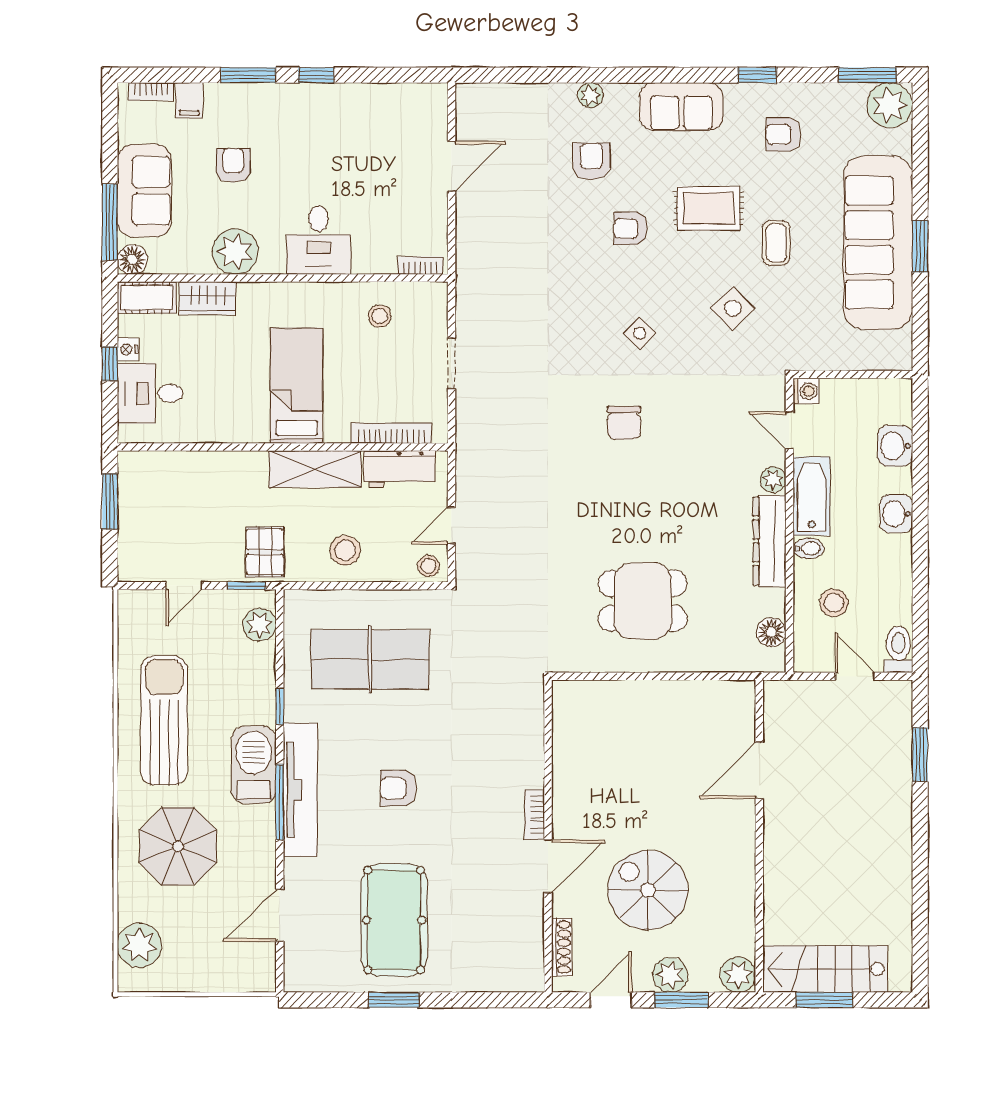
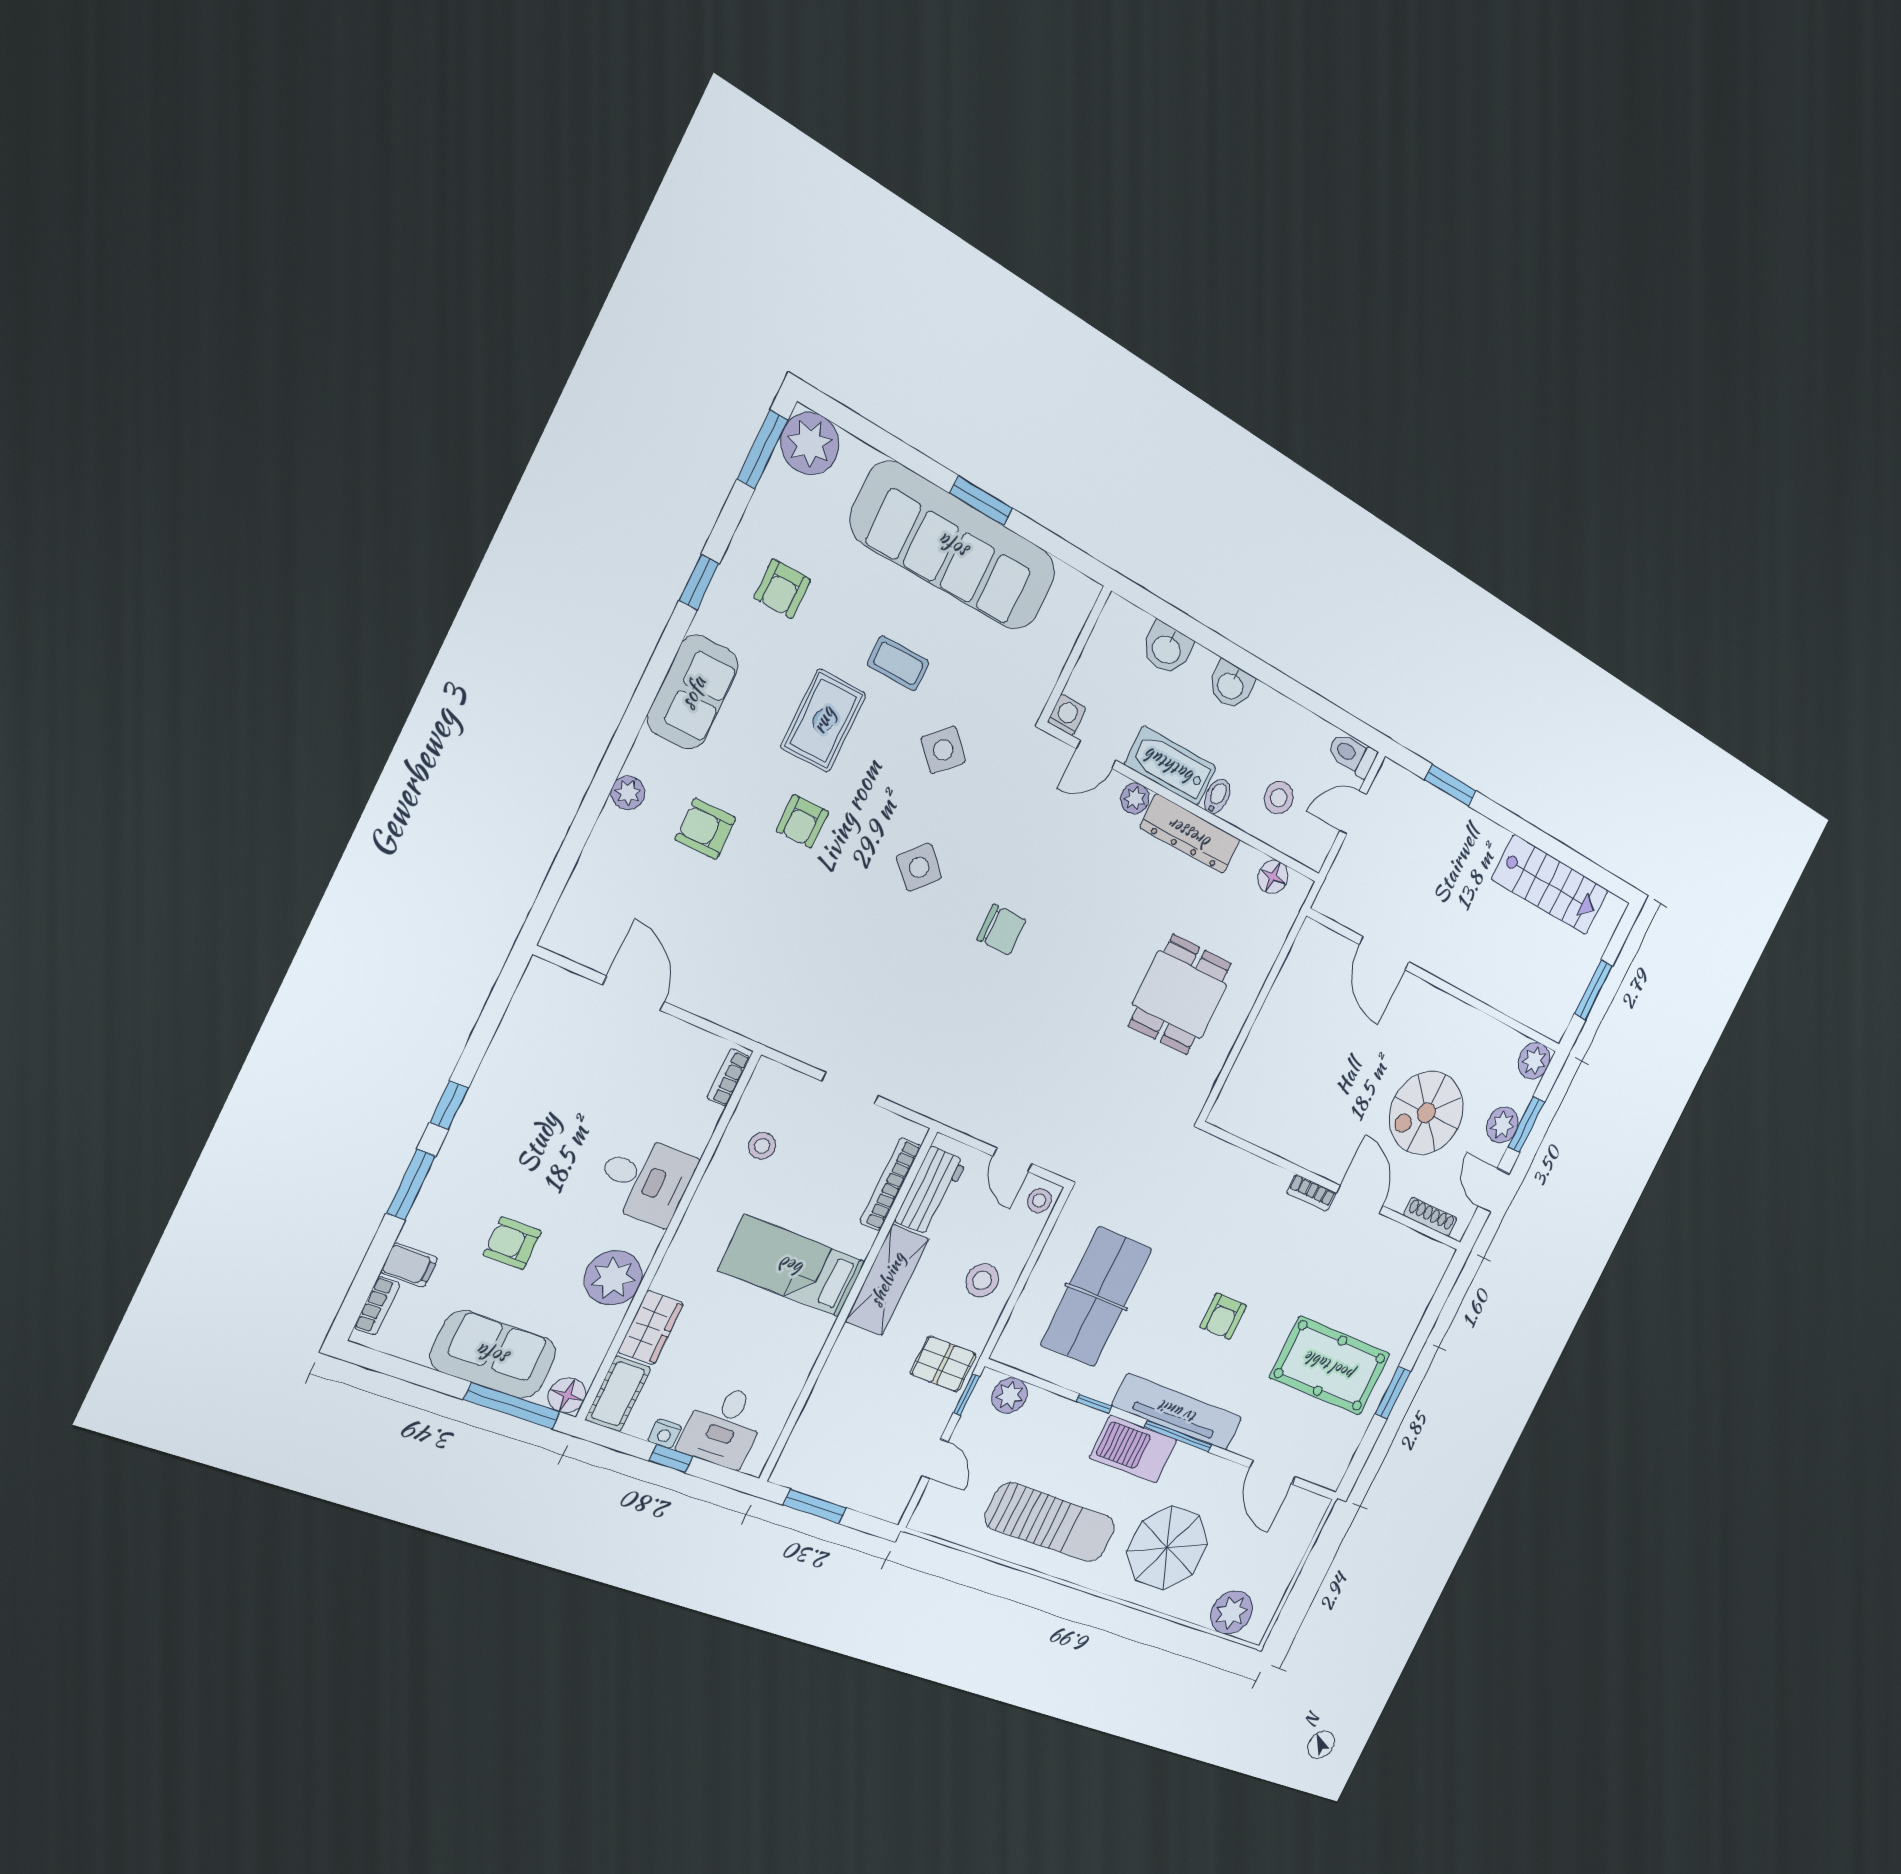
side table: (640, 333) -> (919, 867), width x1.37, depth x1.37
sun lounger: (164, 720) -> (1051, 1523), turned 180
stairs: (825, 969) -> (1550, 885), moved, turned -90

